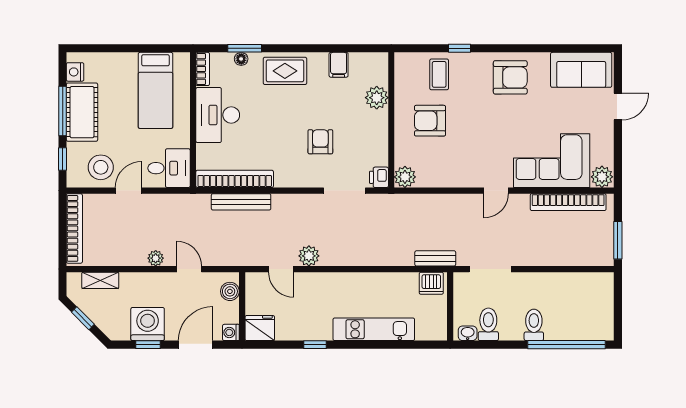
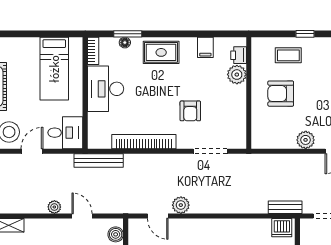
coffee table: (439, 74) -> (288, 55), turned 90
armchair: (320, 142) -> (190, 111), turned 180
printer: (379, 177) -> (239, 55), moved
plant: (405, 177) -> (306, 140), moved
bookcase: (235, 179) -> (144, 142), moved
bench: (241, 202) -> (99, 160), moved

